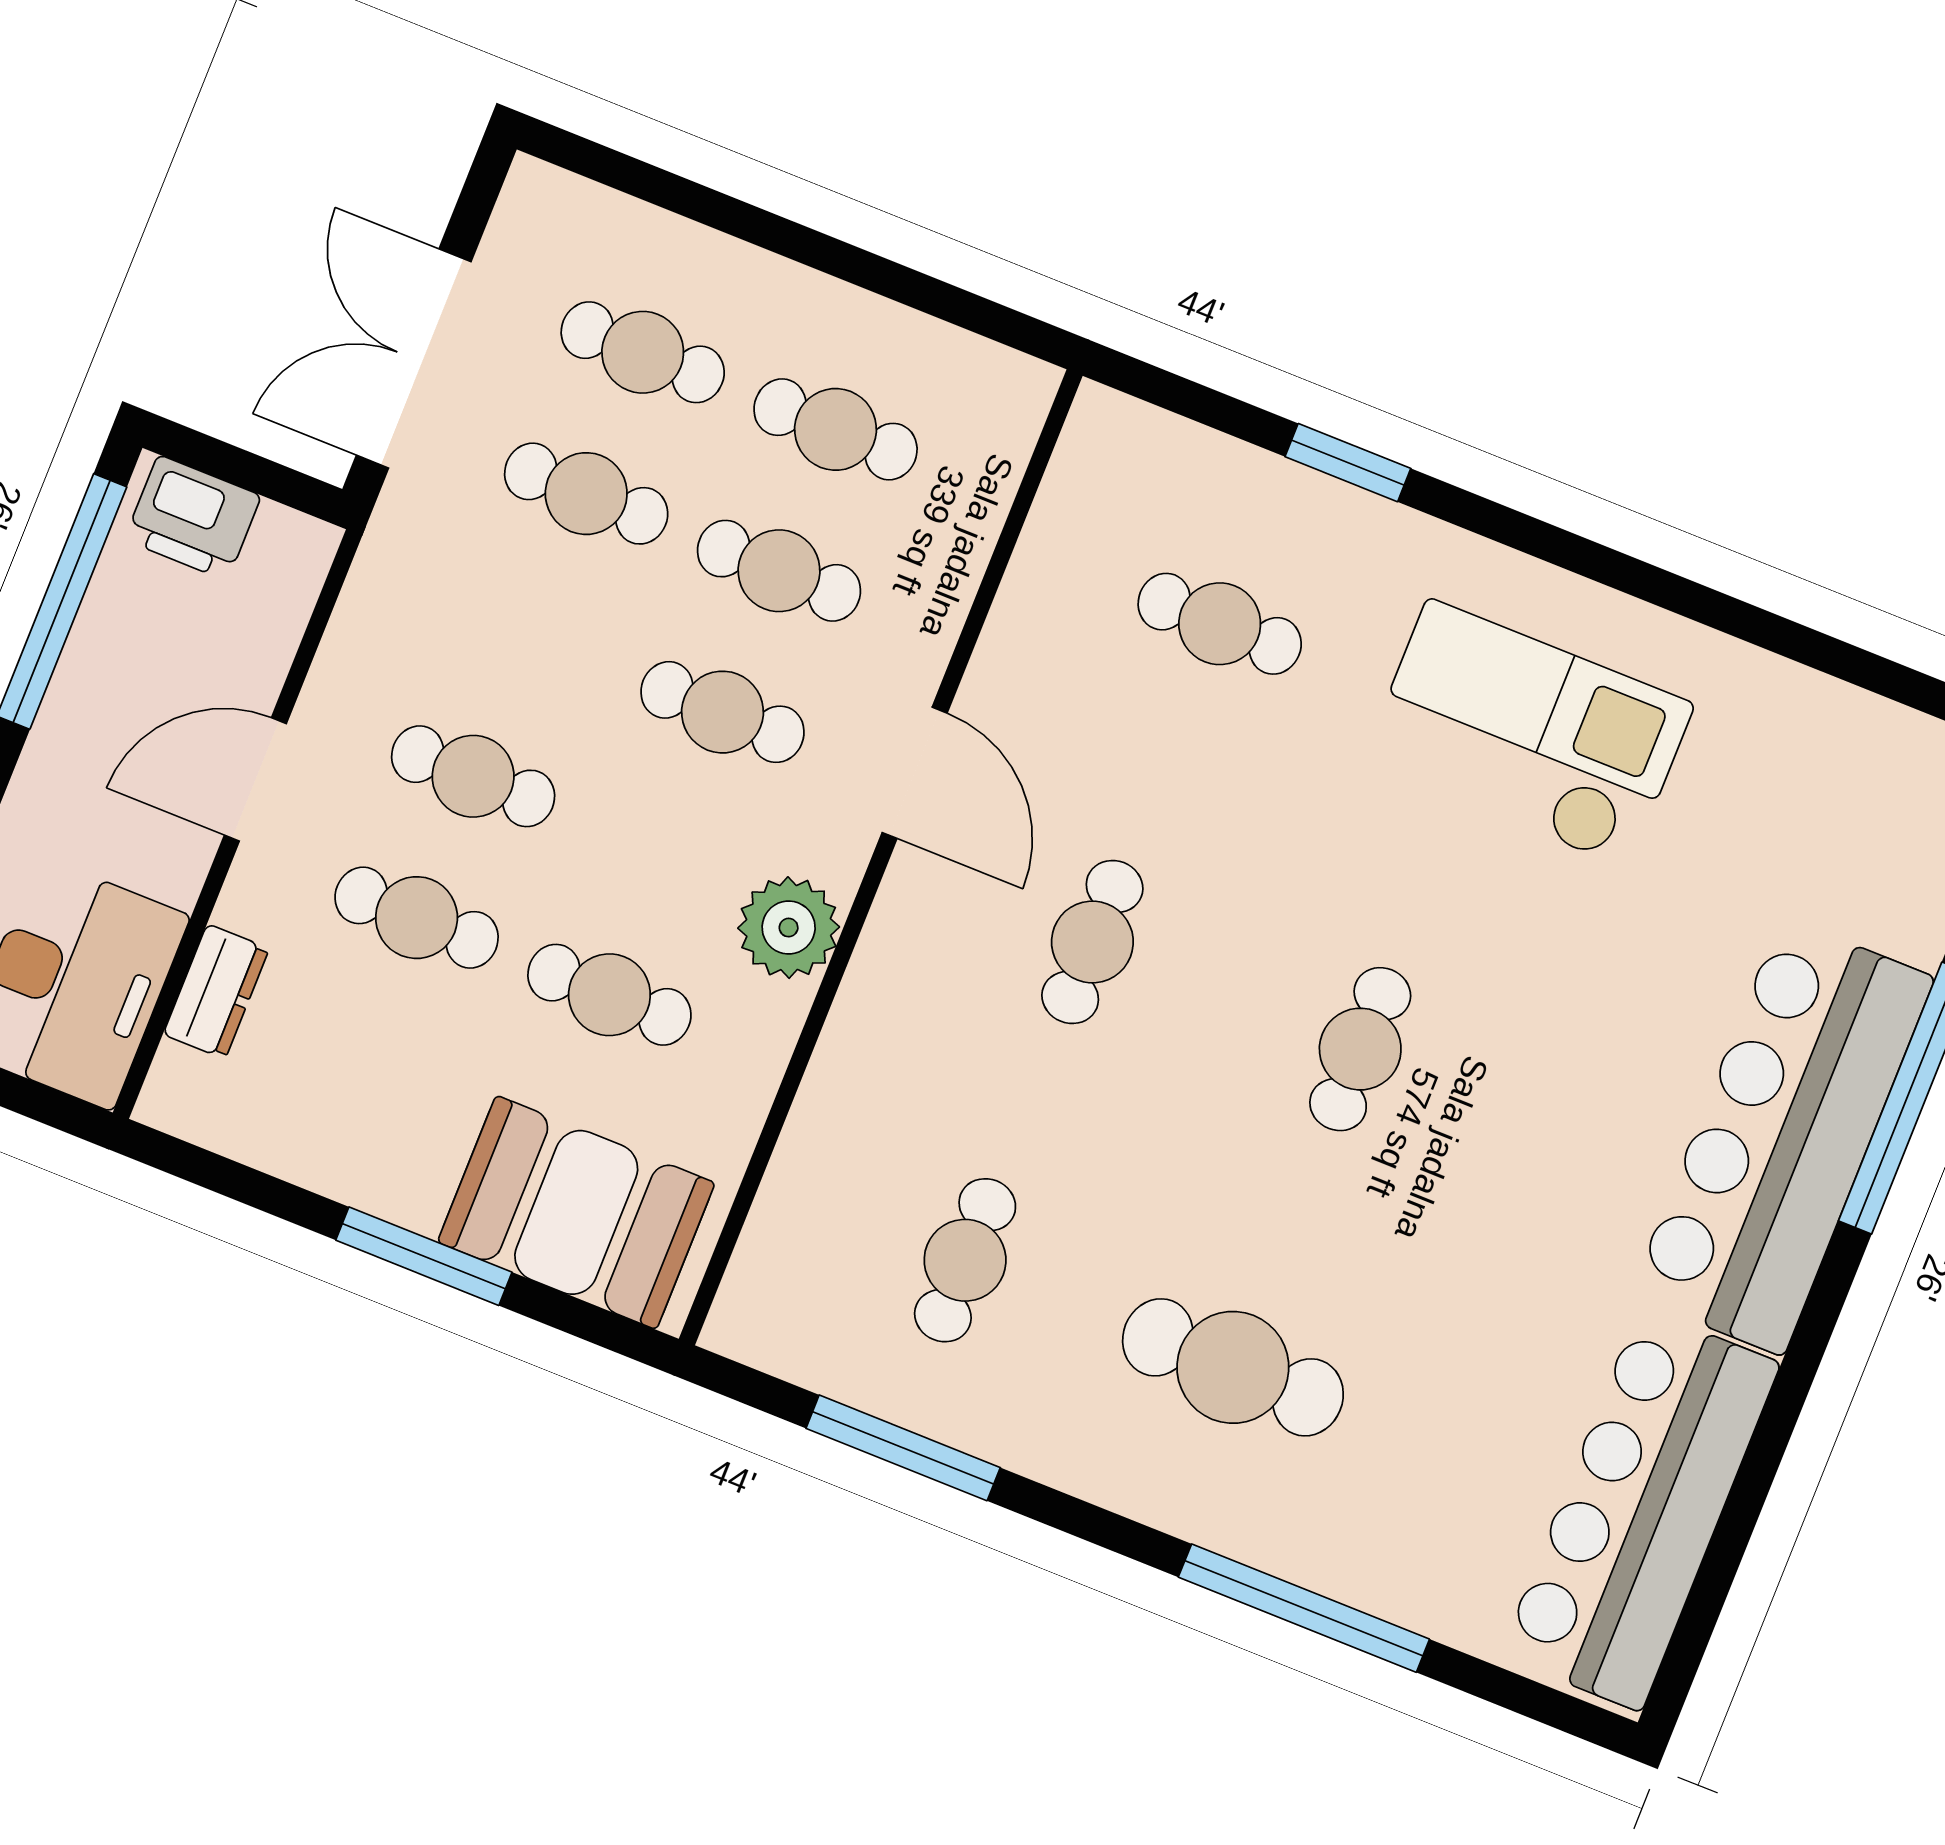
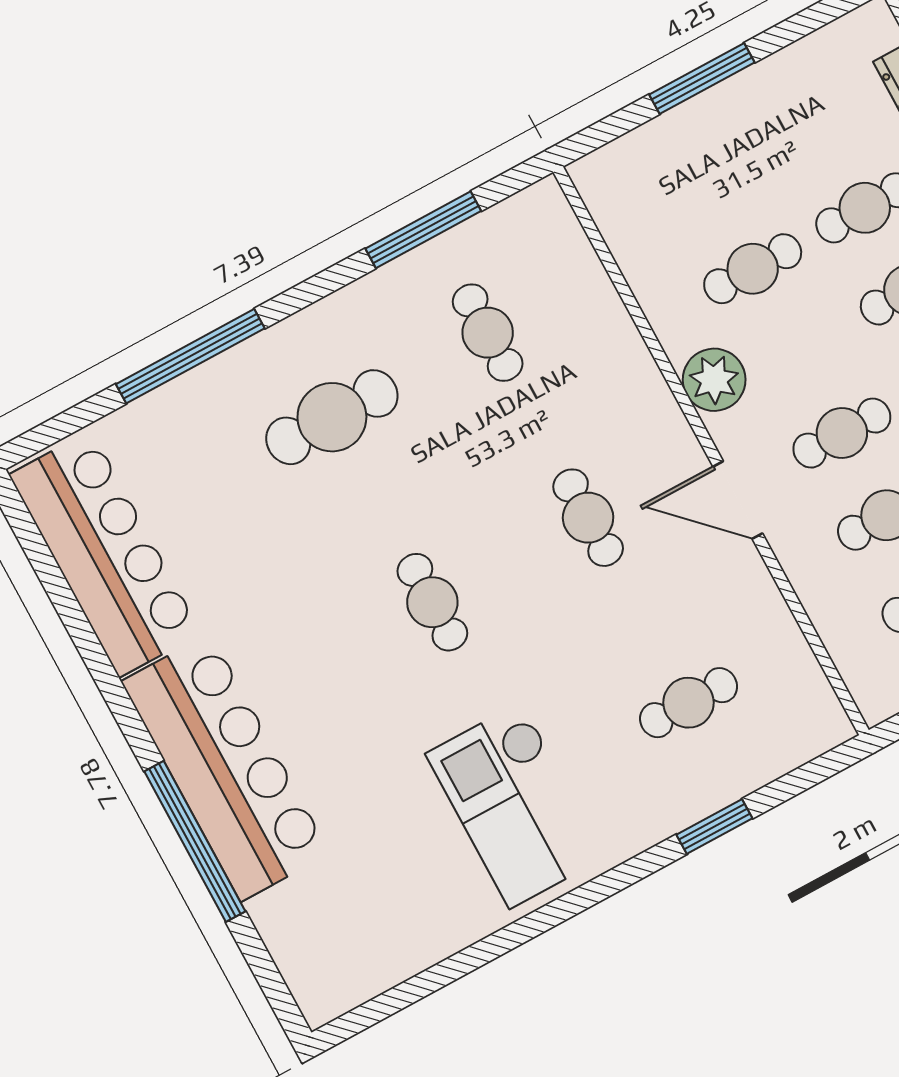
checkout: (1528, 734) -> (516, 805), turned 90
booth: (576, 1212) -> (663, 168), removed

